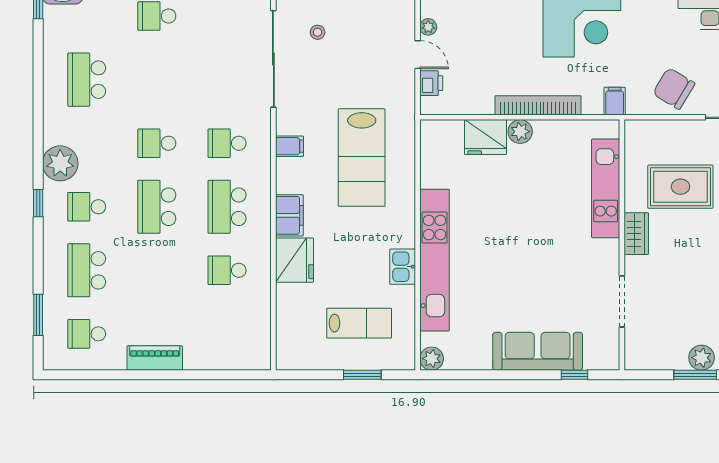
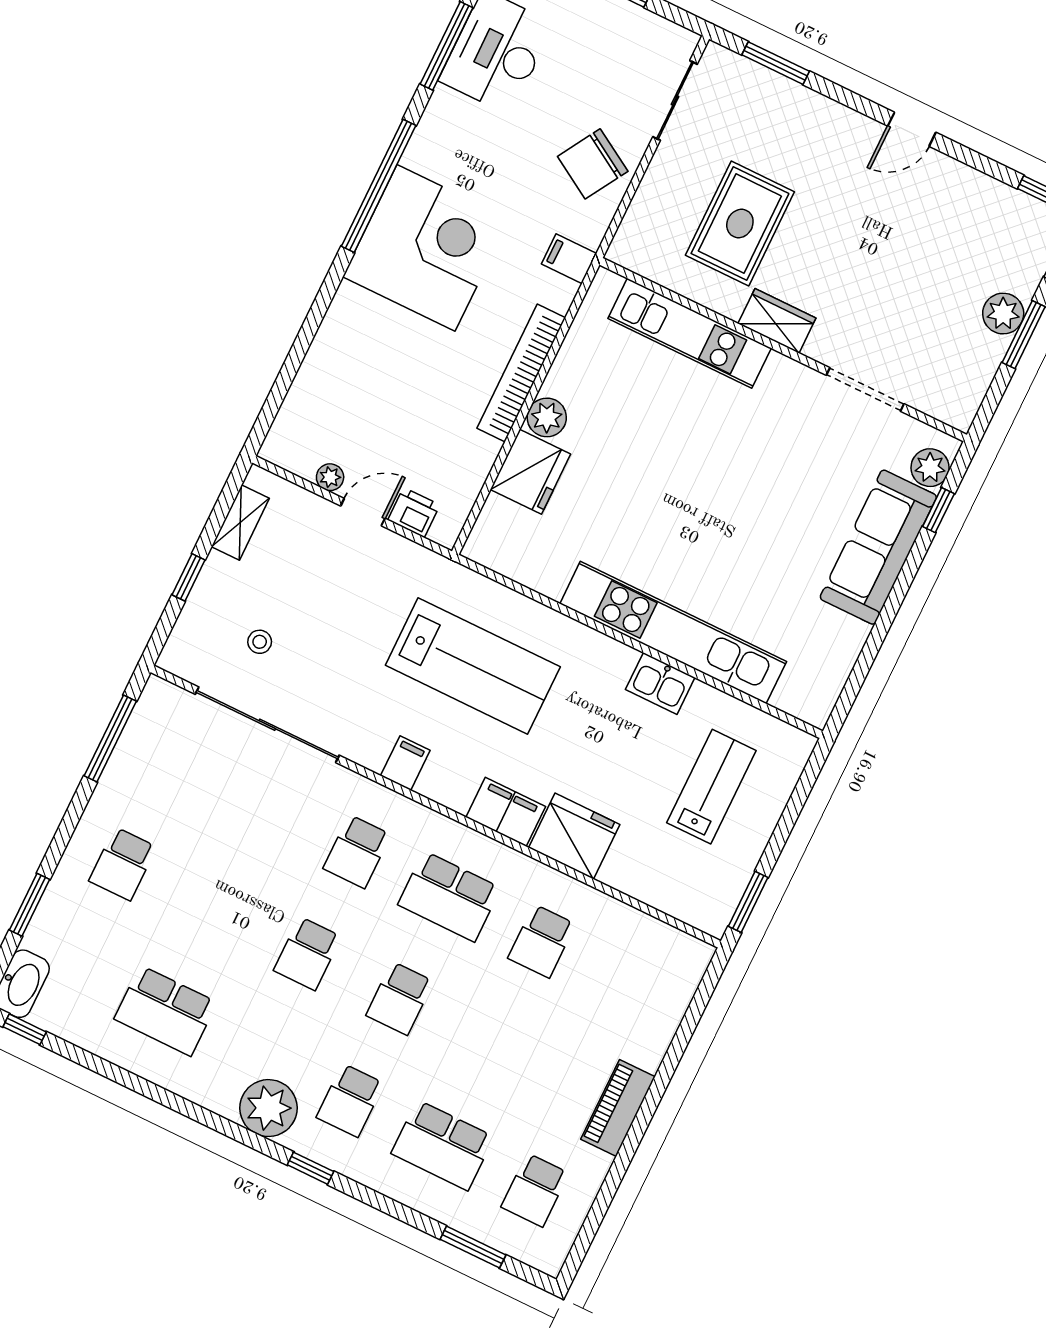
school desk: (157, 207) -> (400, 998), width x0.54
plant: (432, 359) -> (930, 468), moved
window: (362, 375) -> (748, 902), moved

